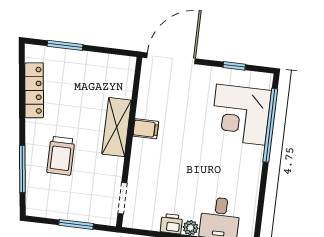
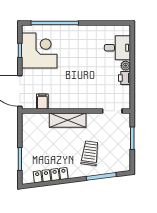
corner desk: (241, 115) -> (39, 50), moved, turned -90
filing cabinet: (146, 129) -> (42, 102), moved
trolley: (61, 156) -> (90, 153), turned -82

